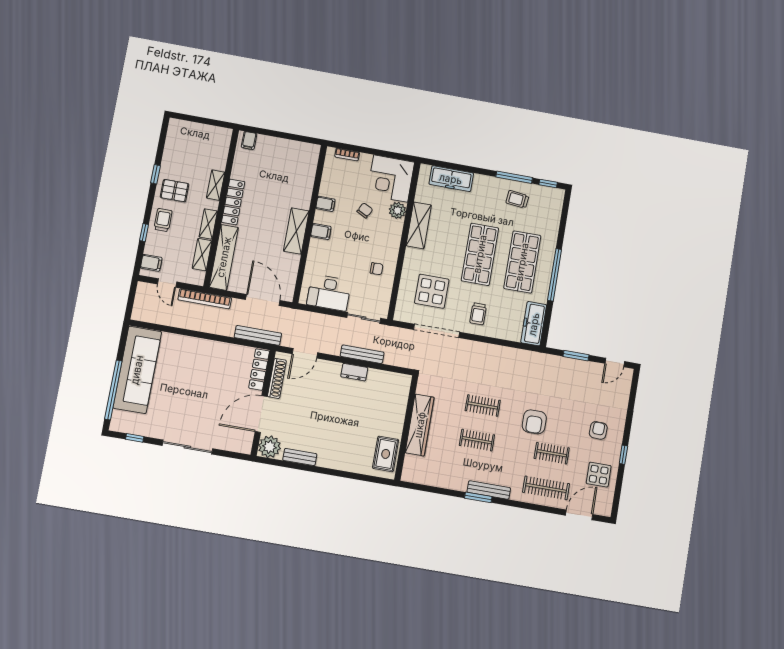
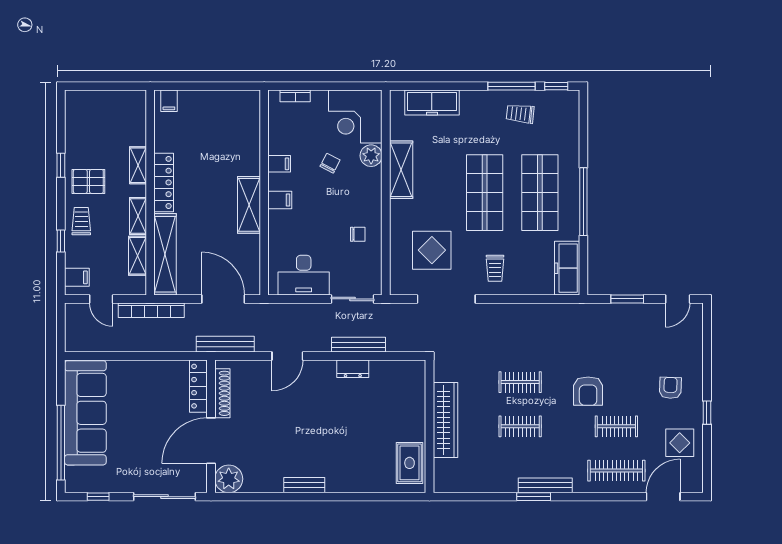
locker: (259, 370) -> (198, 386), moved
shoe rack: (277, 378) -> (222, 393), moved
wall: (263, 403) -> (211, 426), moved
door: (261, 414) -> (211, 441), moved
plant: (270, 447) -> (229, 479), moved

